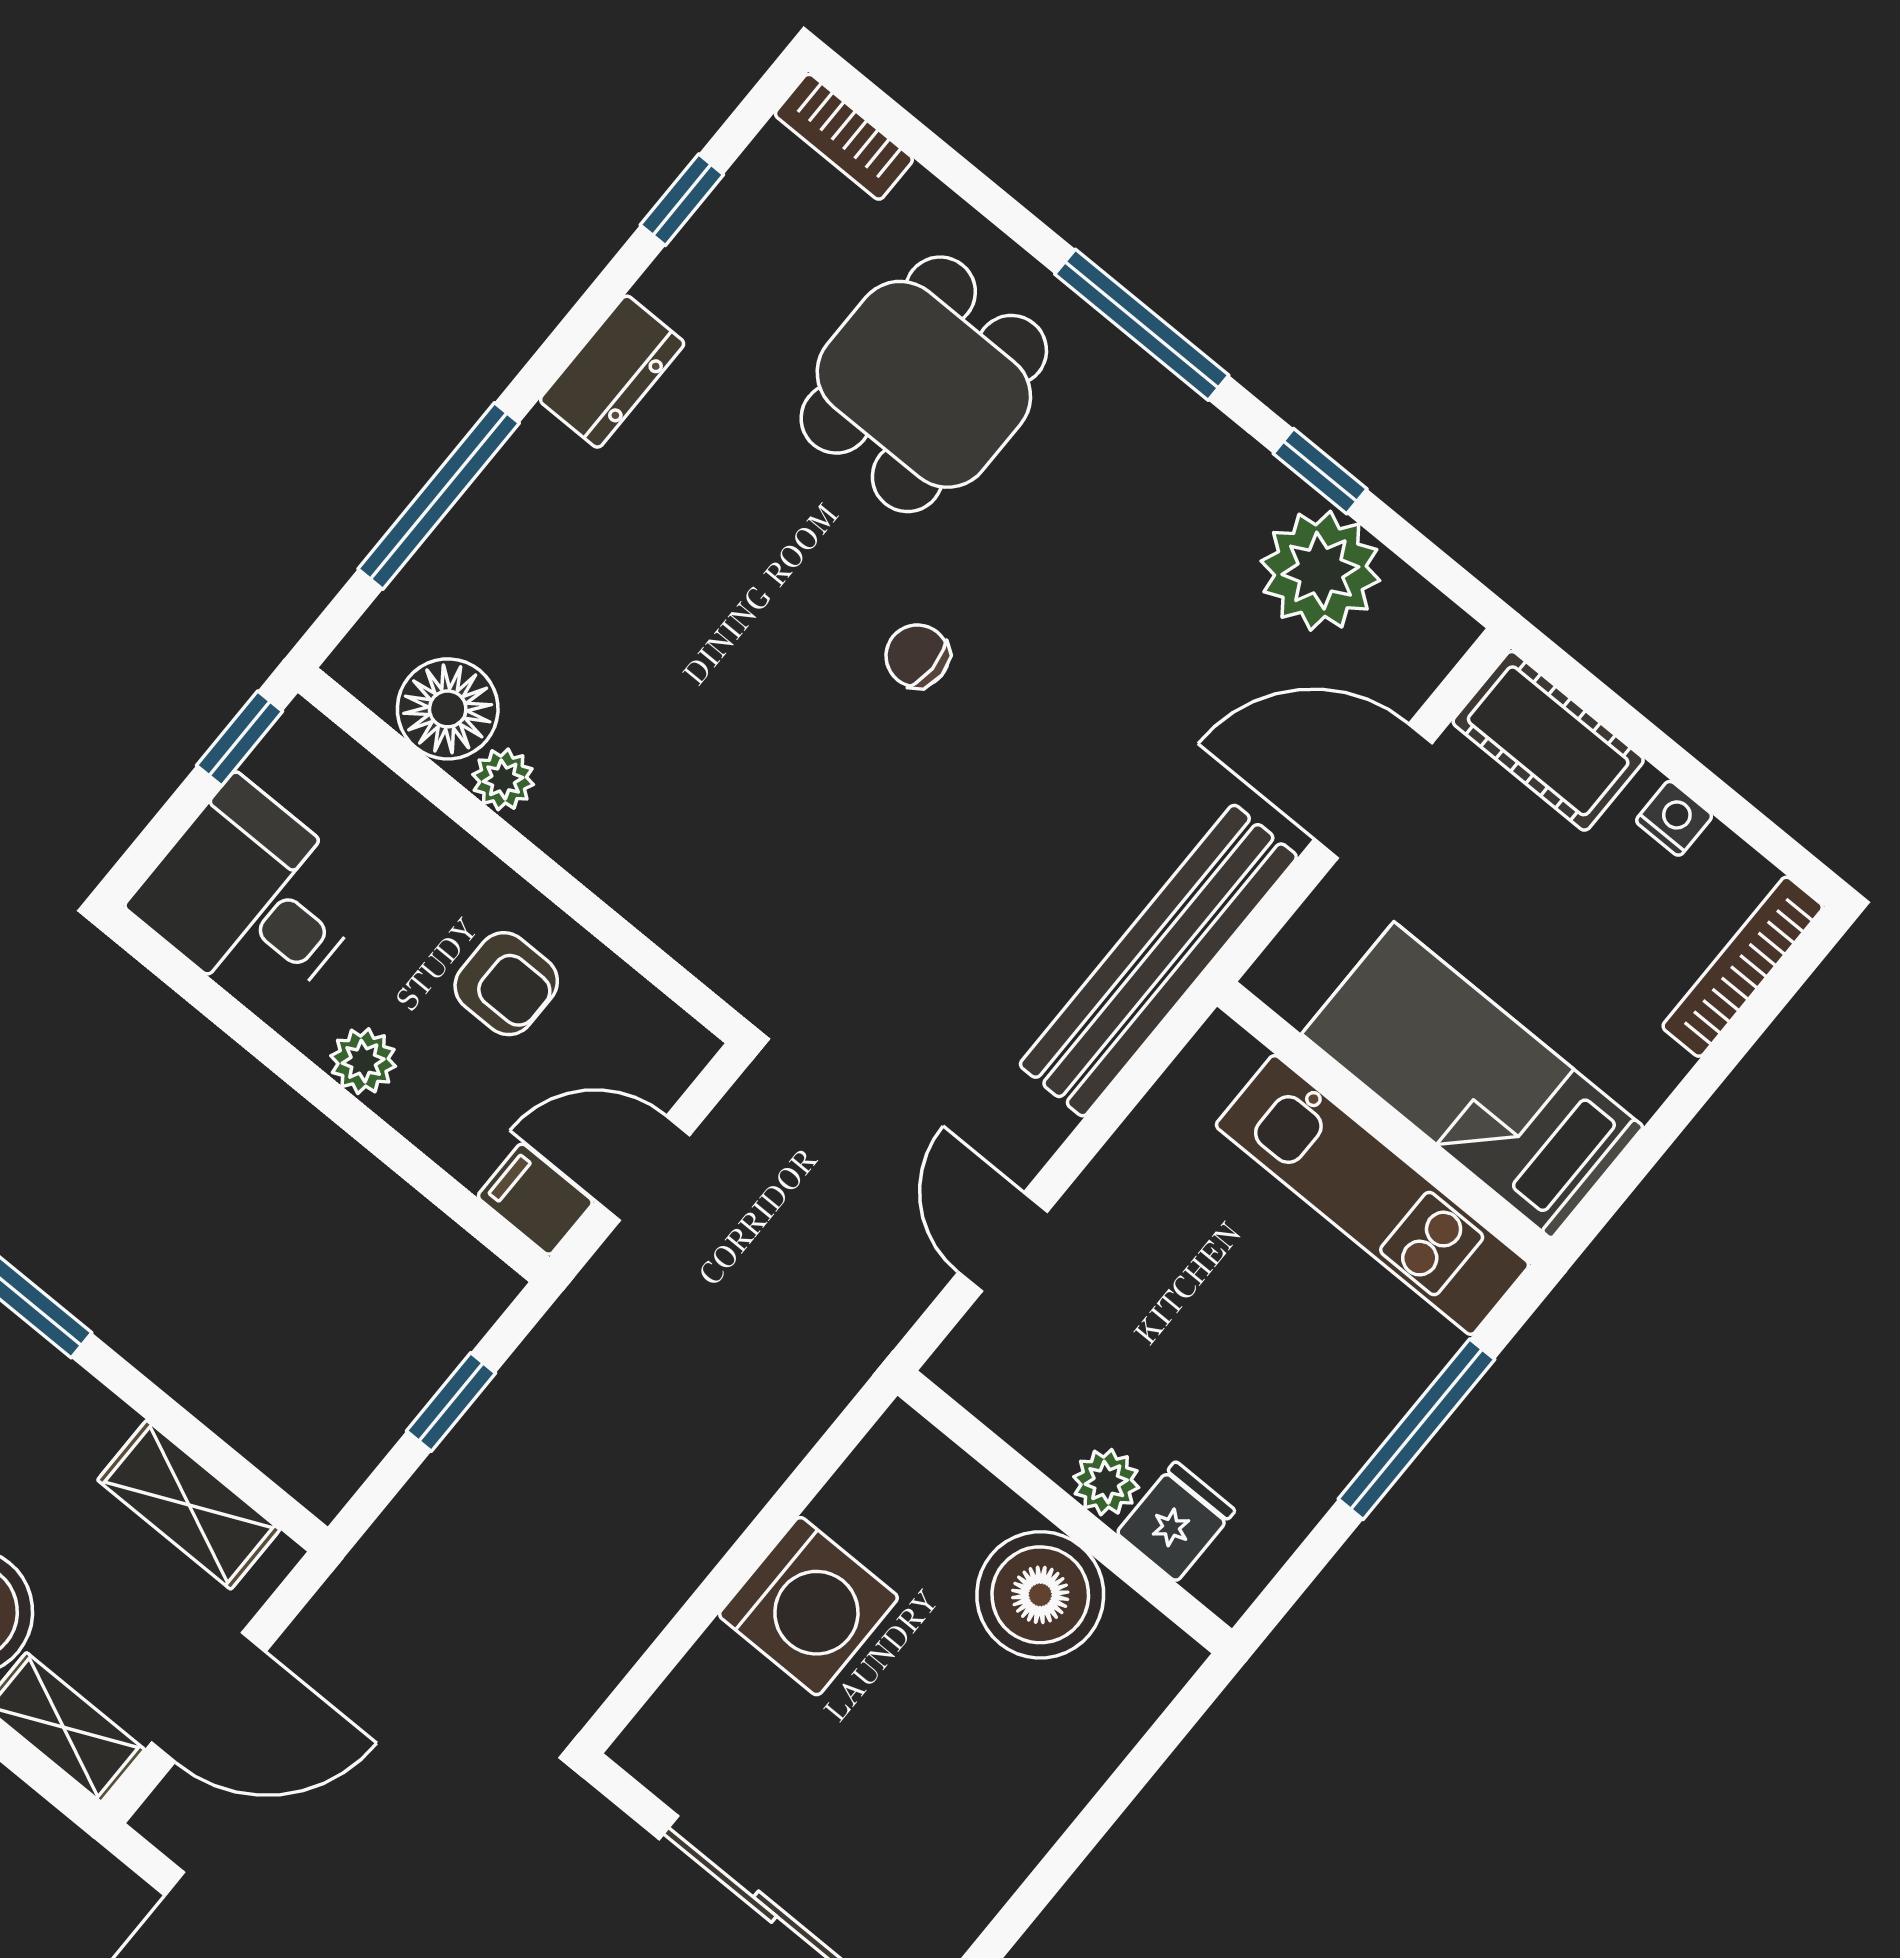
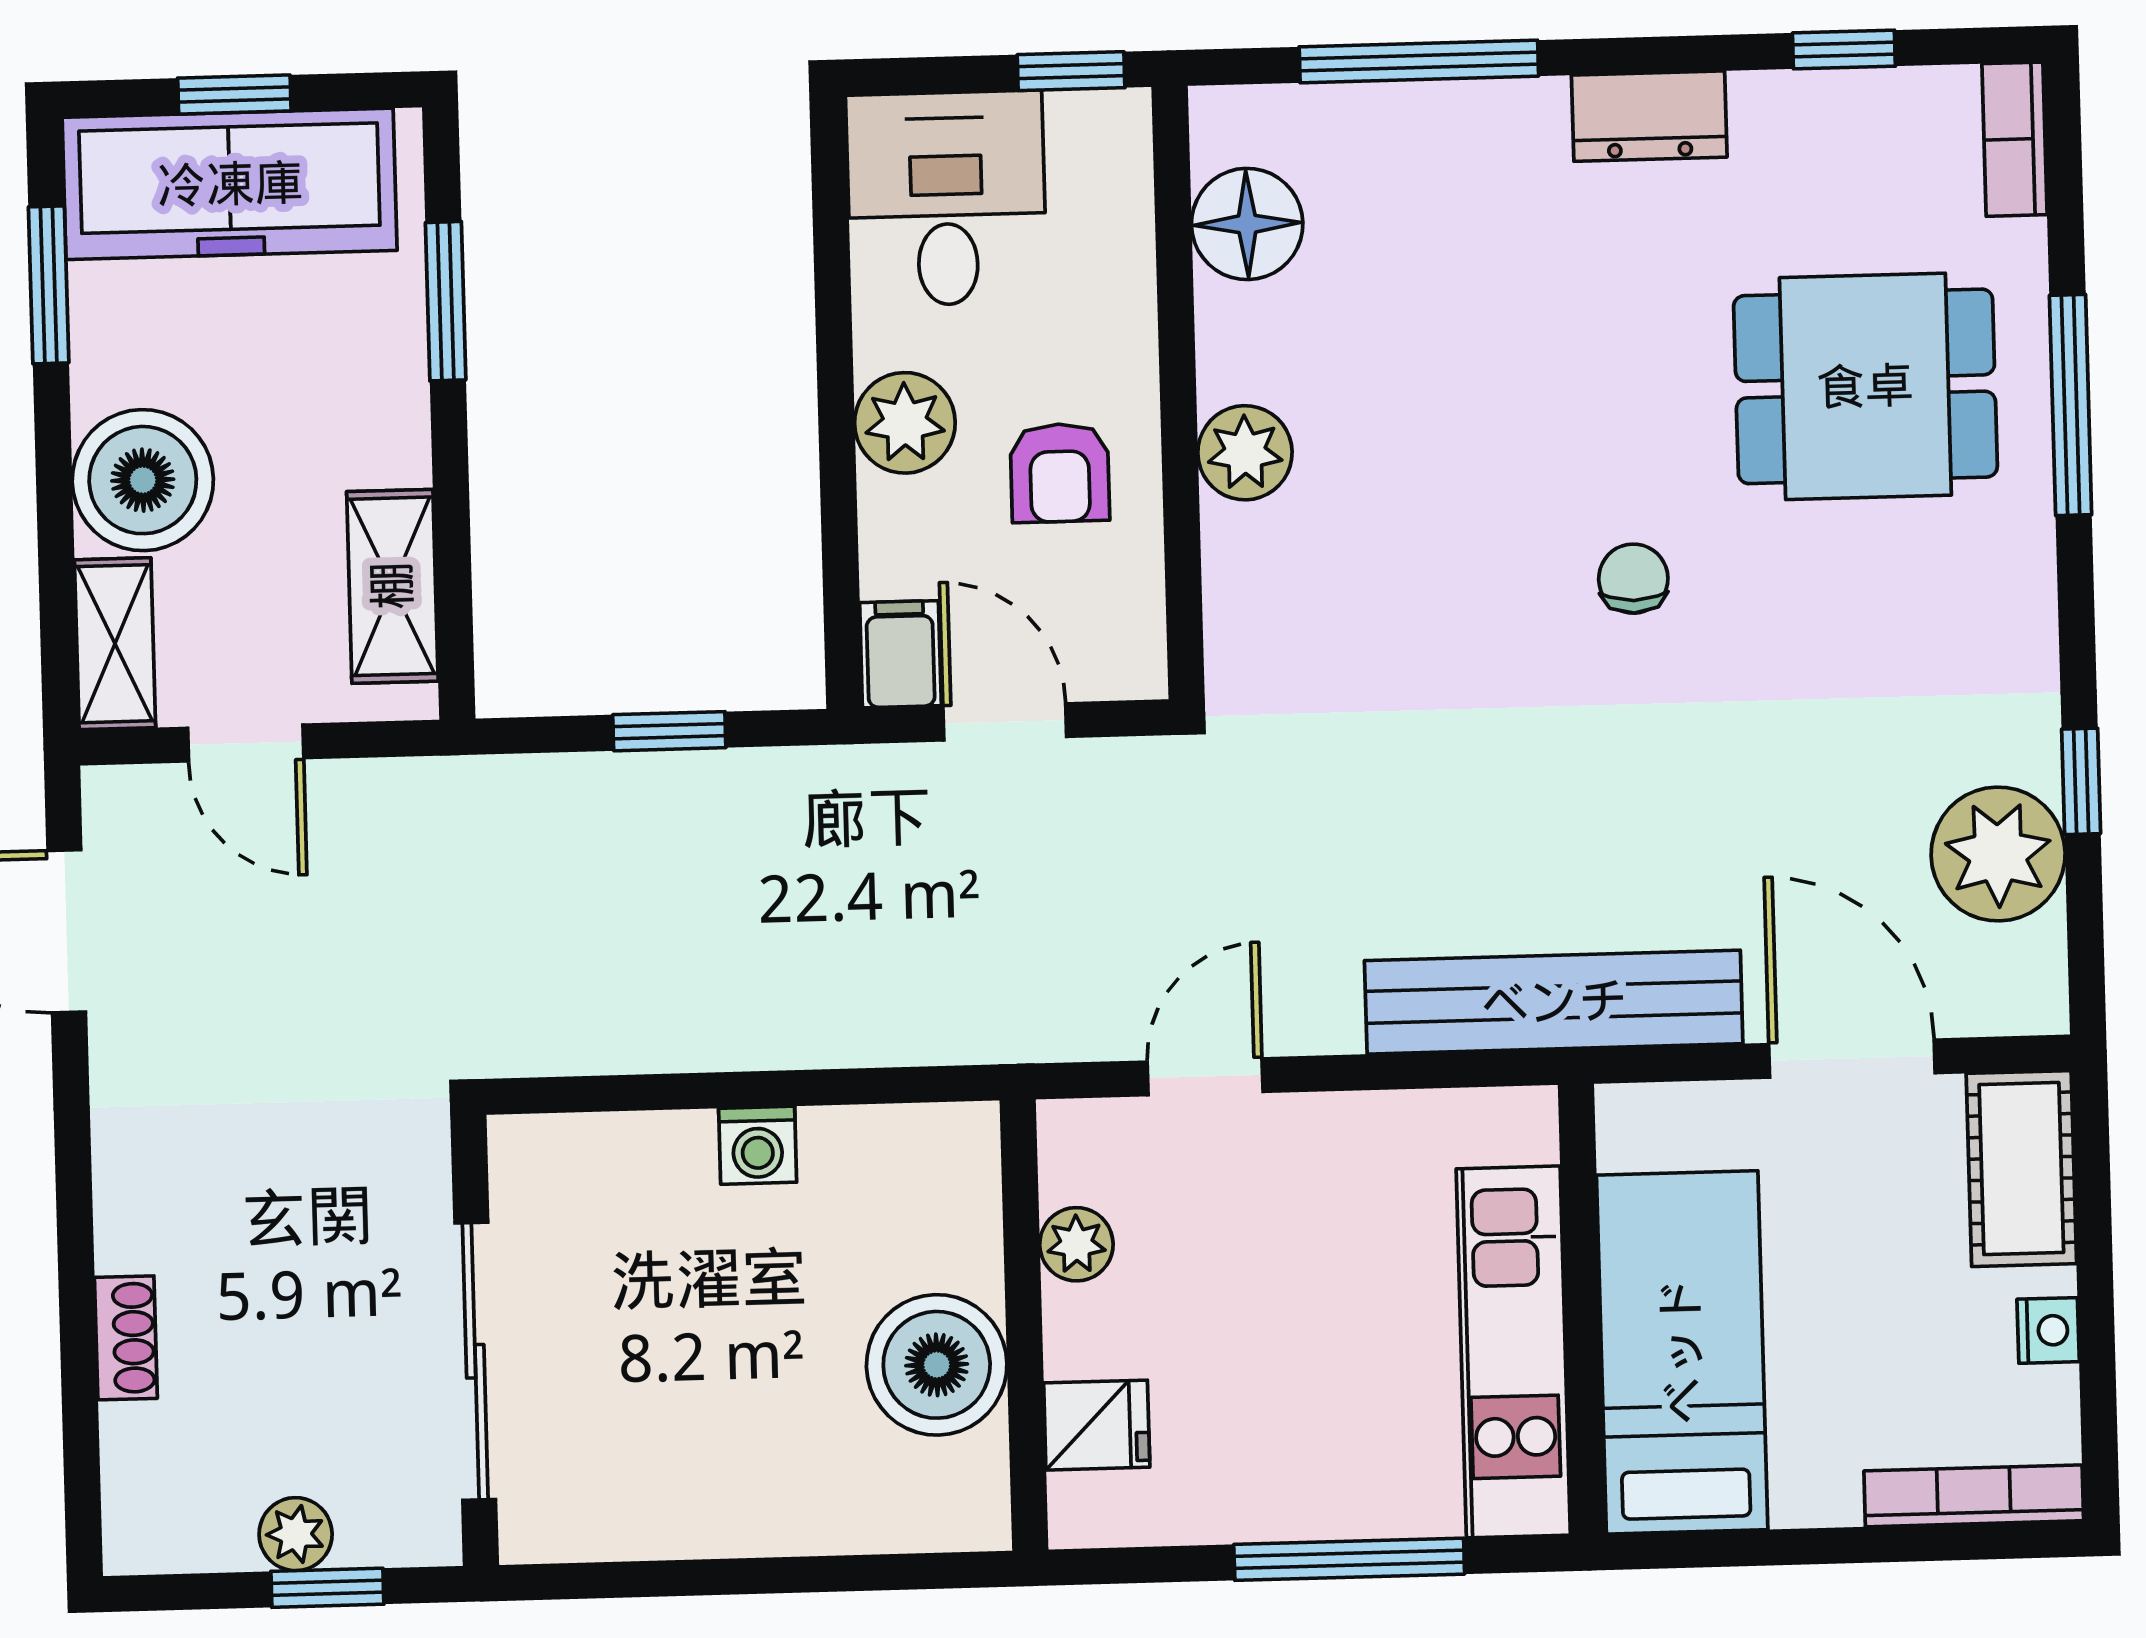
window: (1142, 325) -> (2071, 405), moved
plant: (503, 779) -> (1245, 453), moved, width x1.38, depth x1.38
plant: (363, 1061) -> (905, 423), width x1.38, depth x1.38
plant: (1106, 1482) -> (1076, 1244), moved
washing machine: (808, 1606) -> (758, 1145), width x0.53, depth x0.53
door: (209, 1697) -> (246, 743), width x0.73

